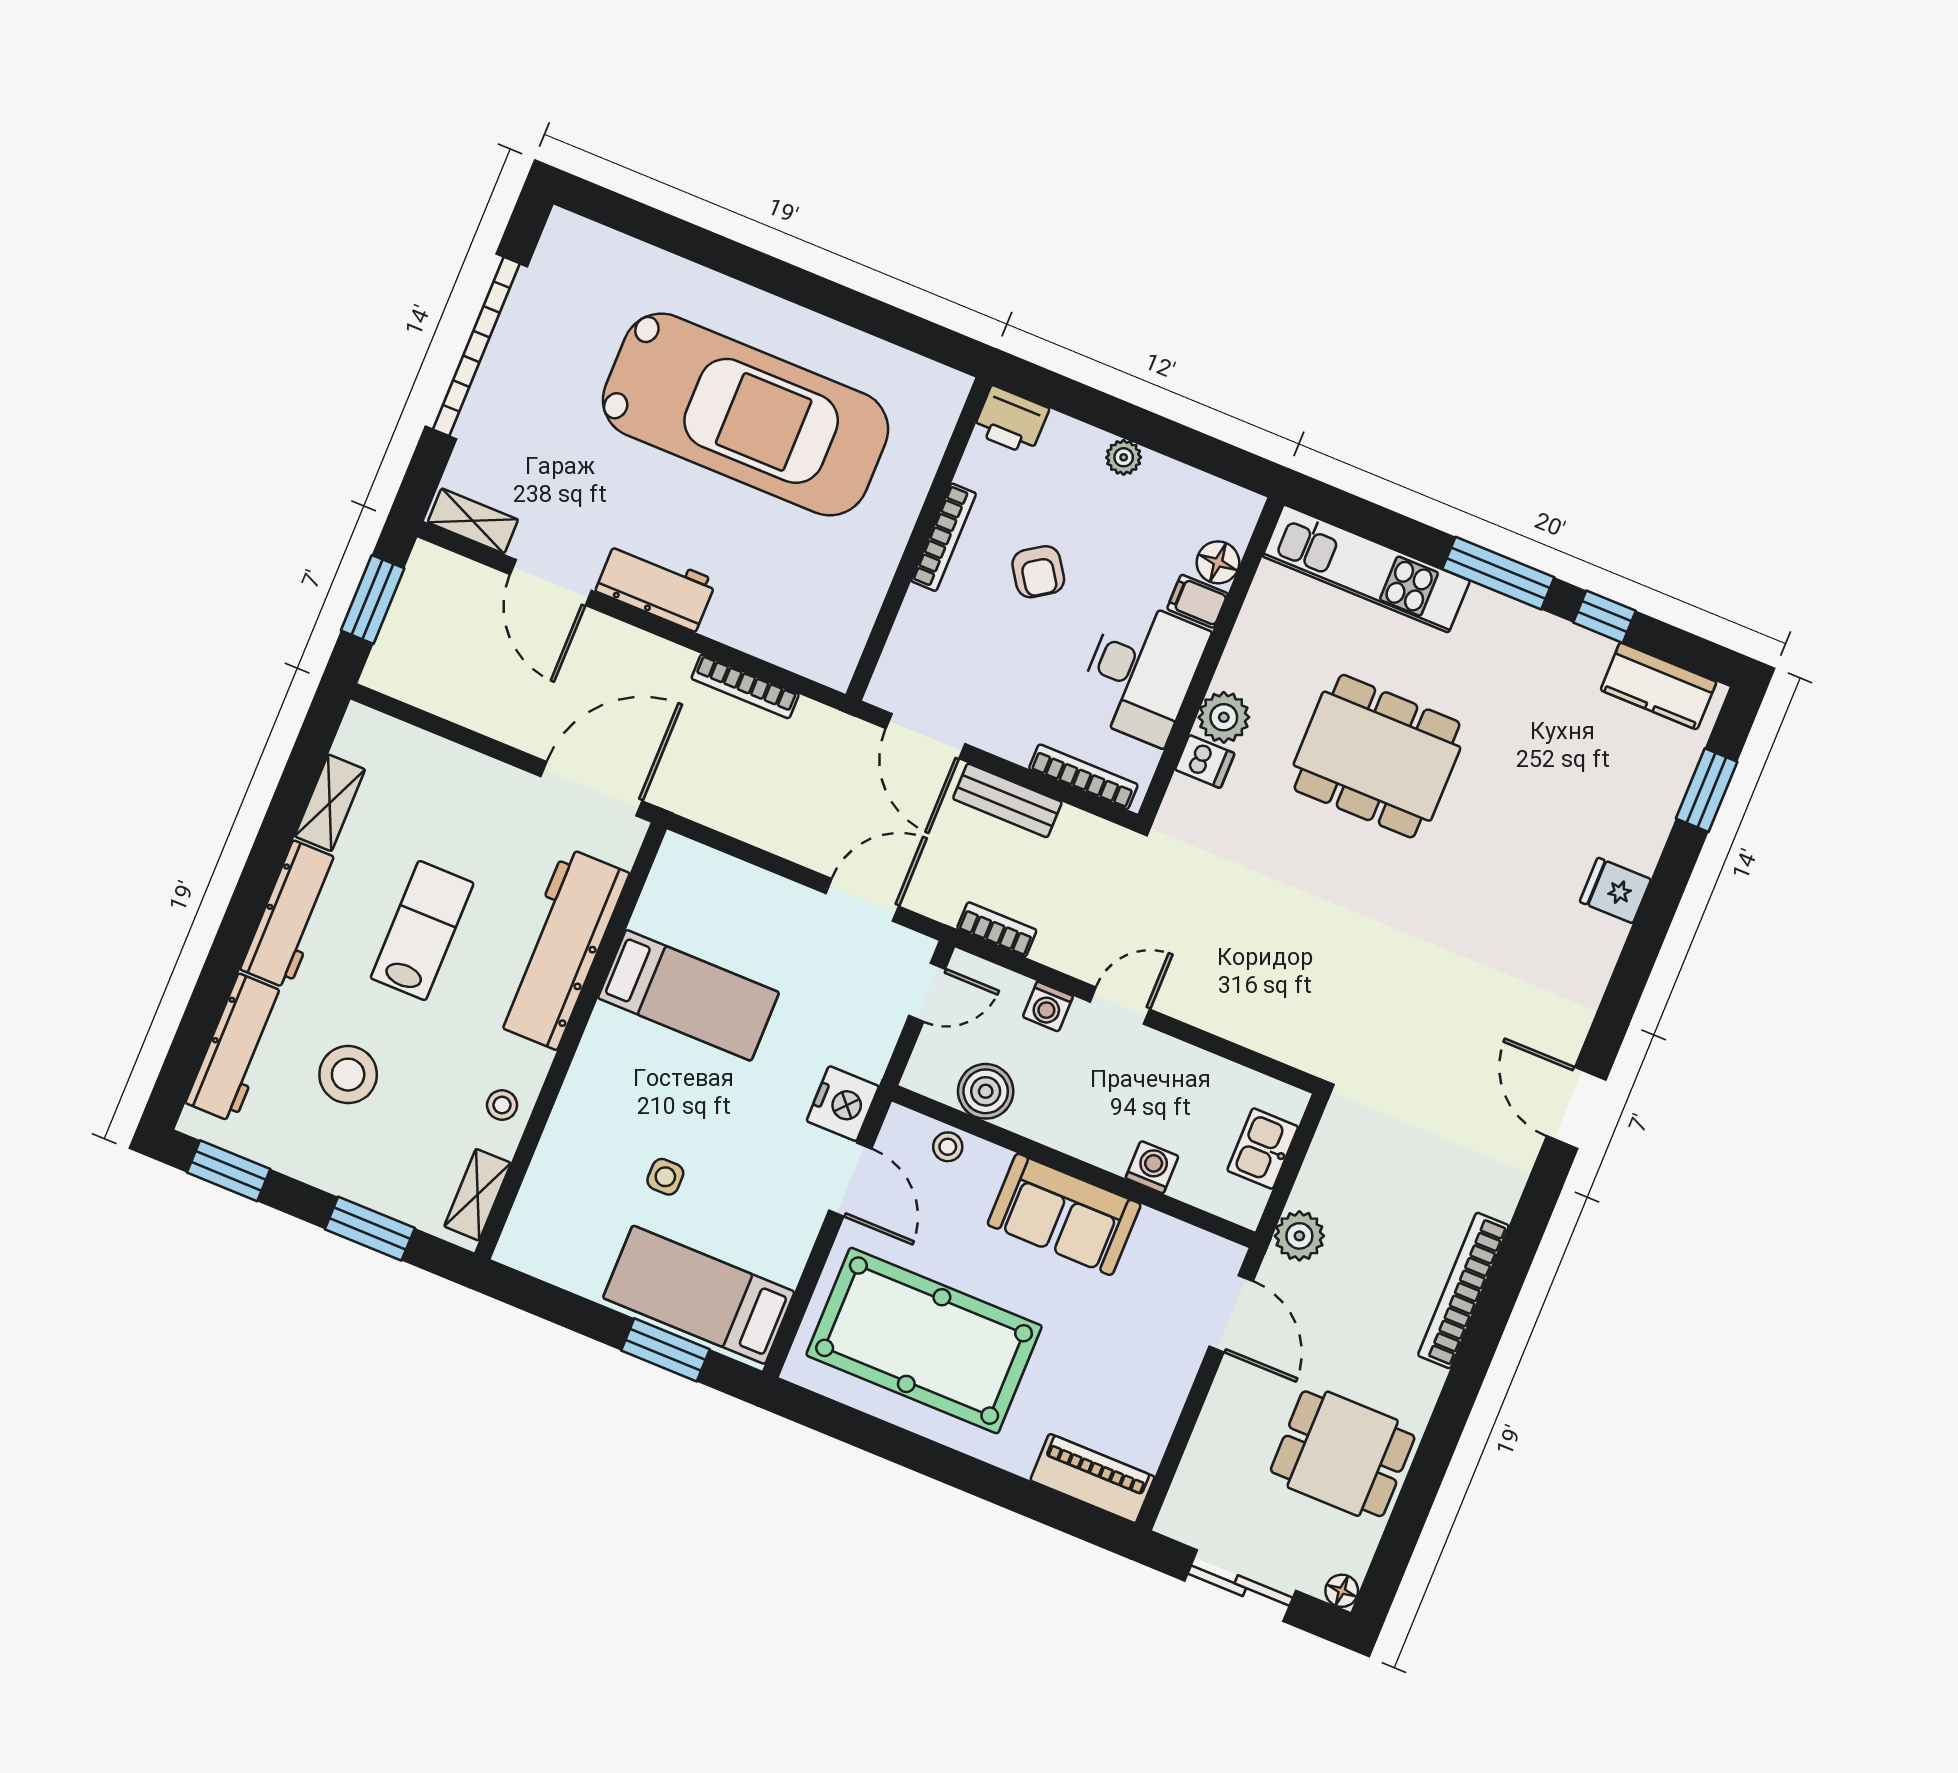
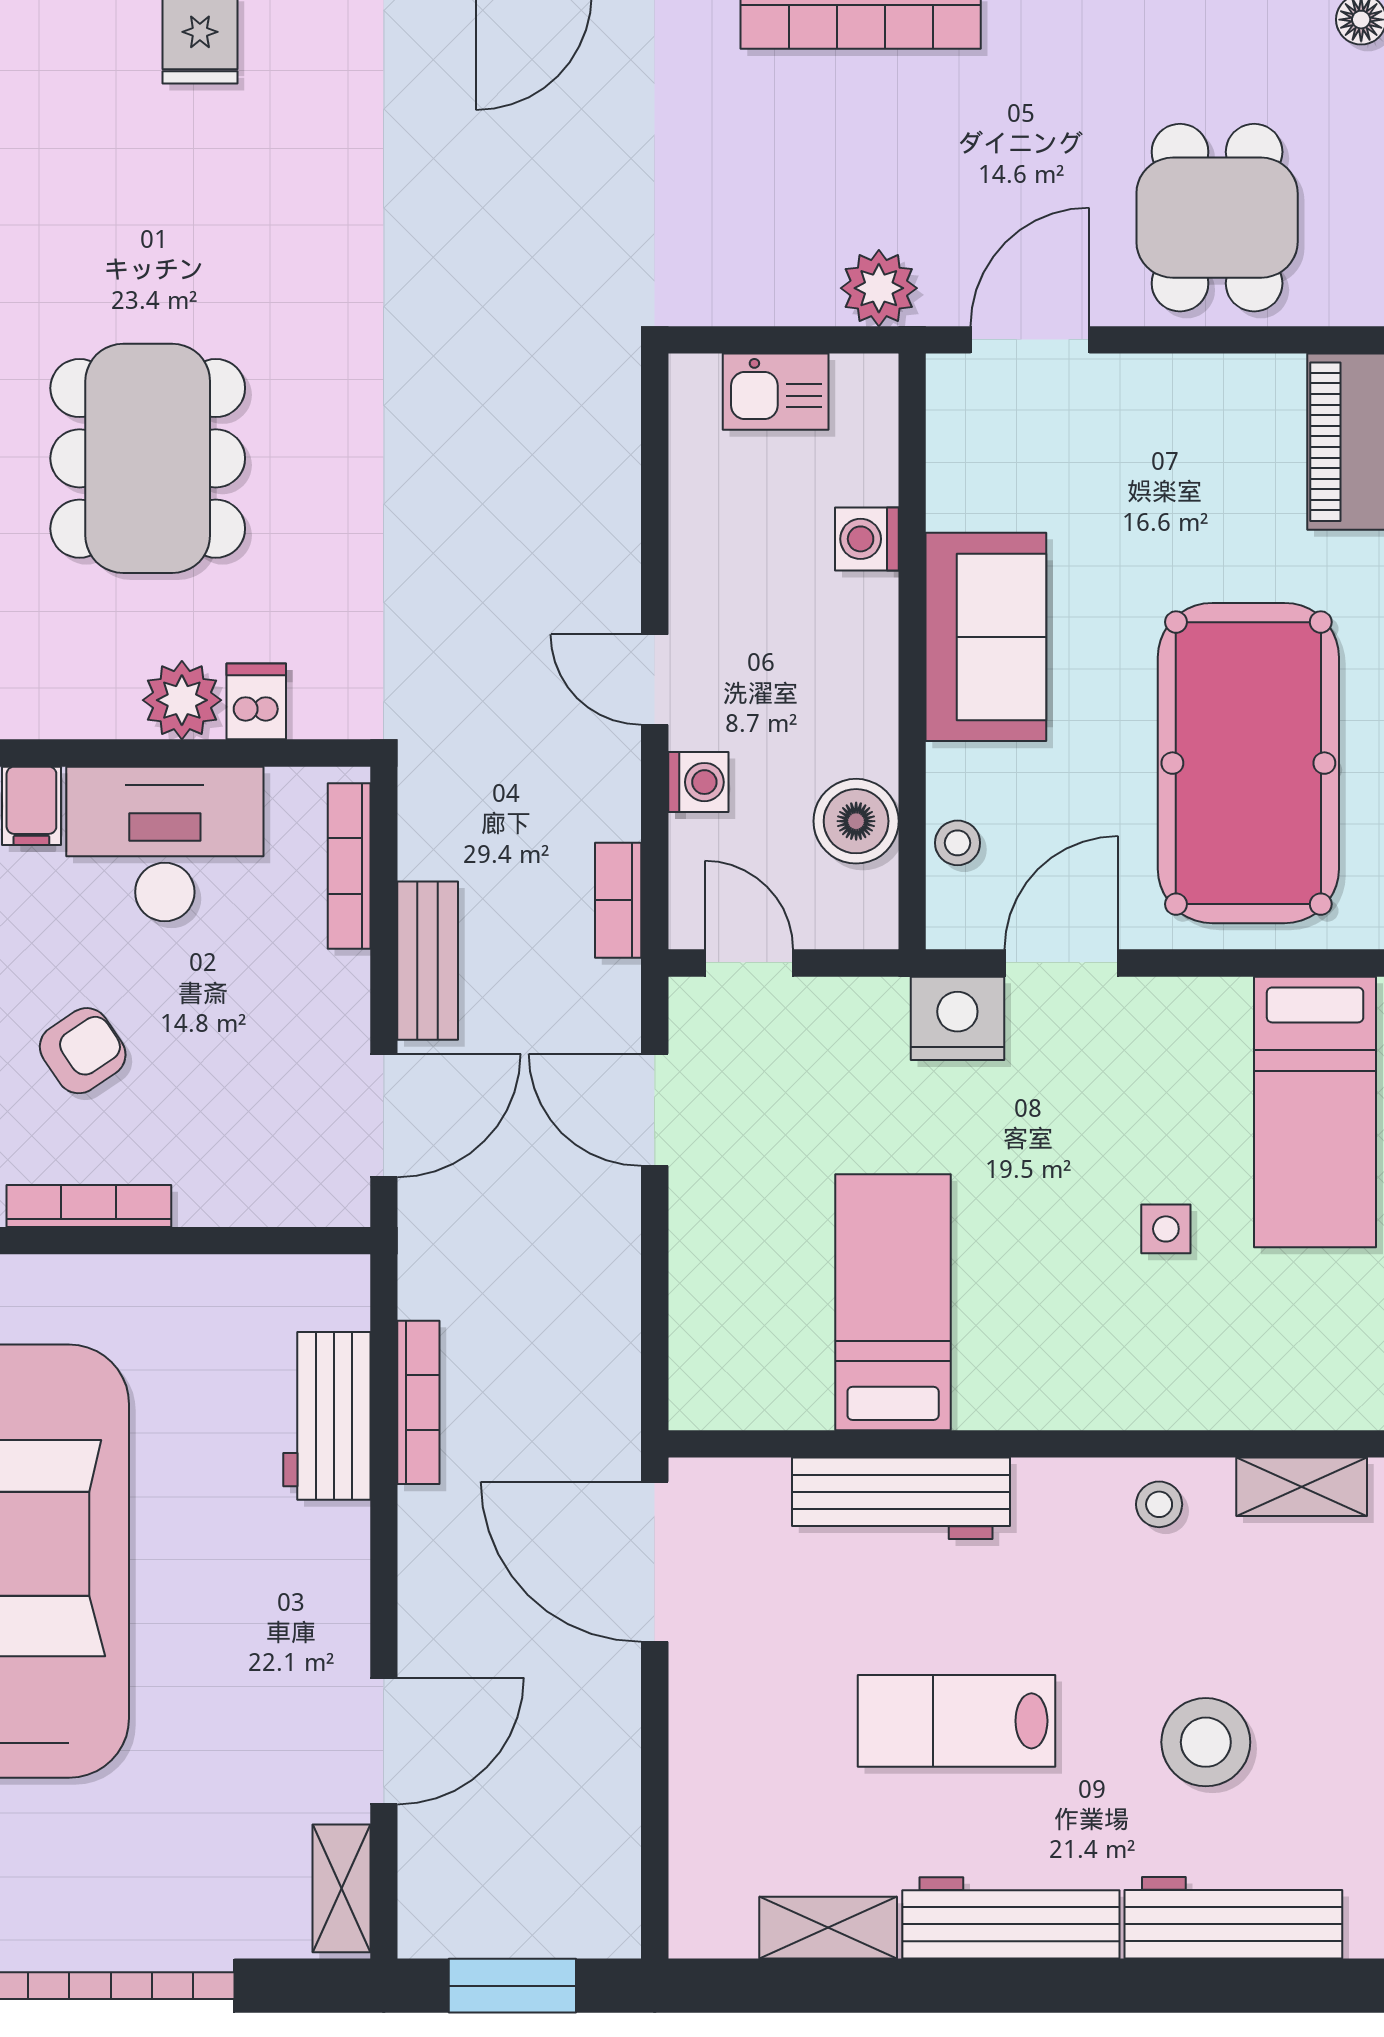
workbench: (656, 586) -> (327, 1416), moved
workbench: (561, 949) -> (901, 1498), width x0.73, depth x0.76
dining table: (1343, 1454) -> (1217, 218), moved

